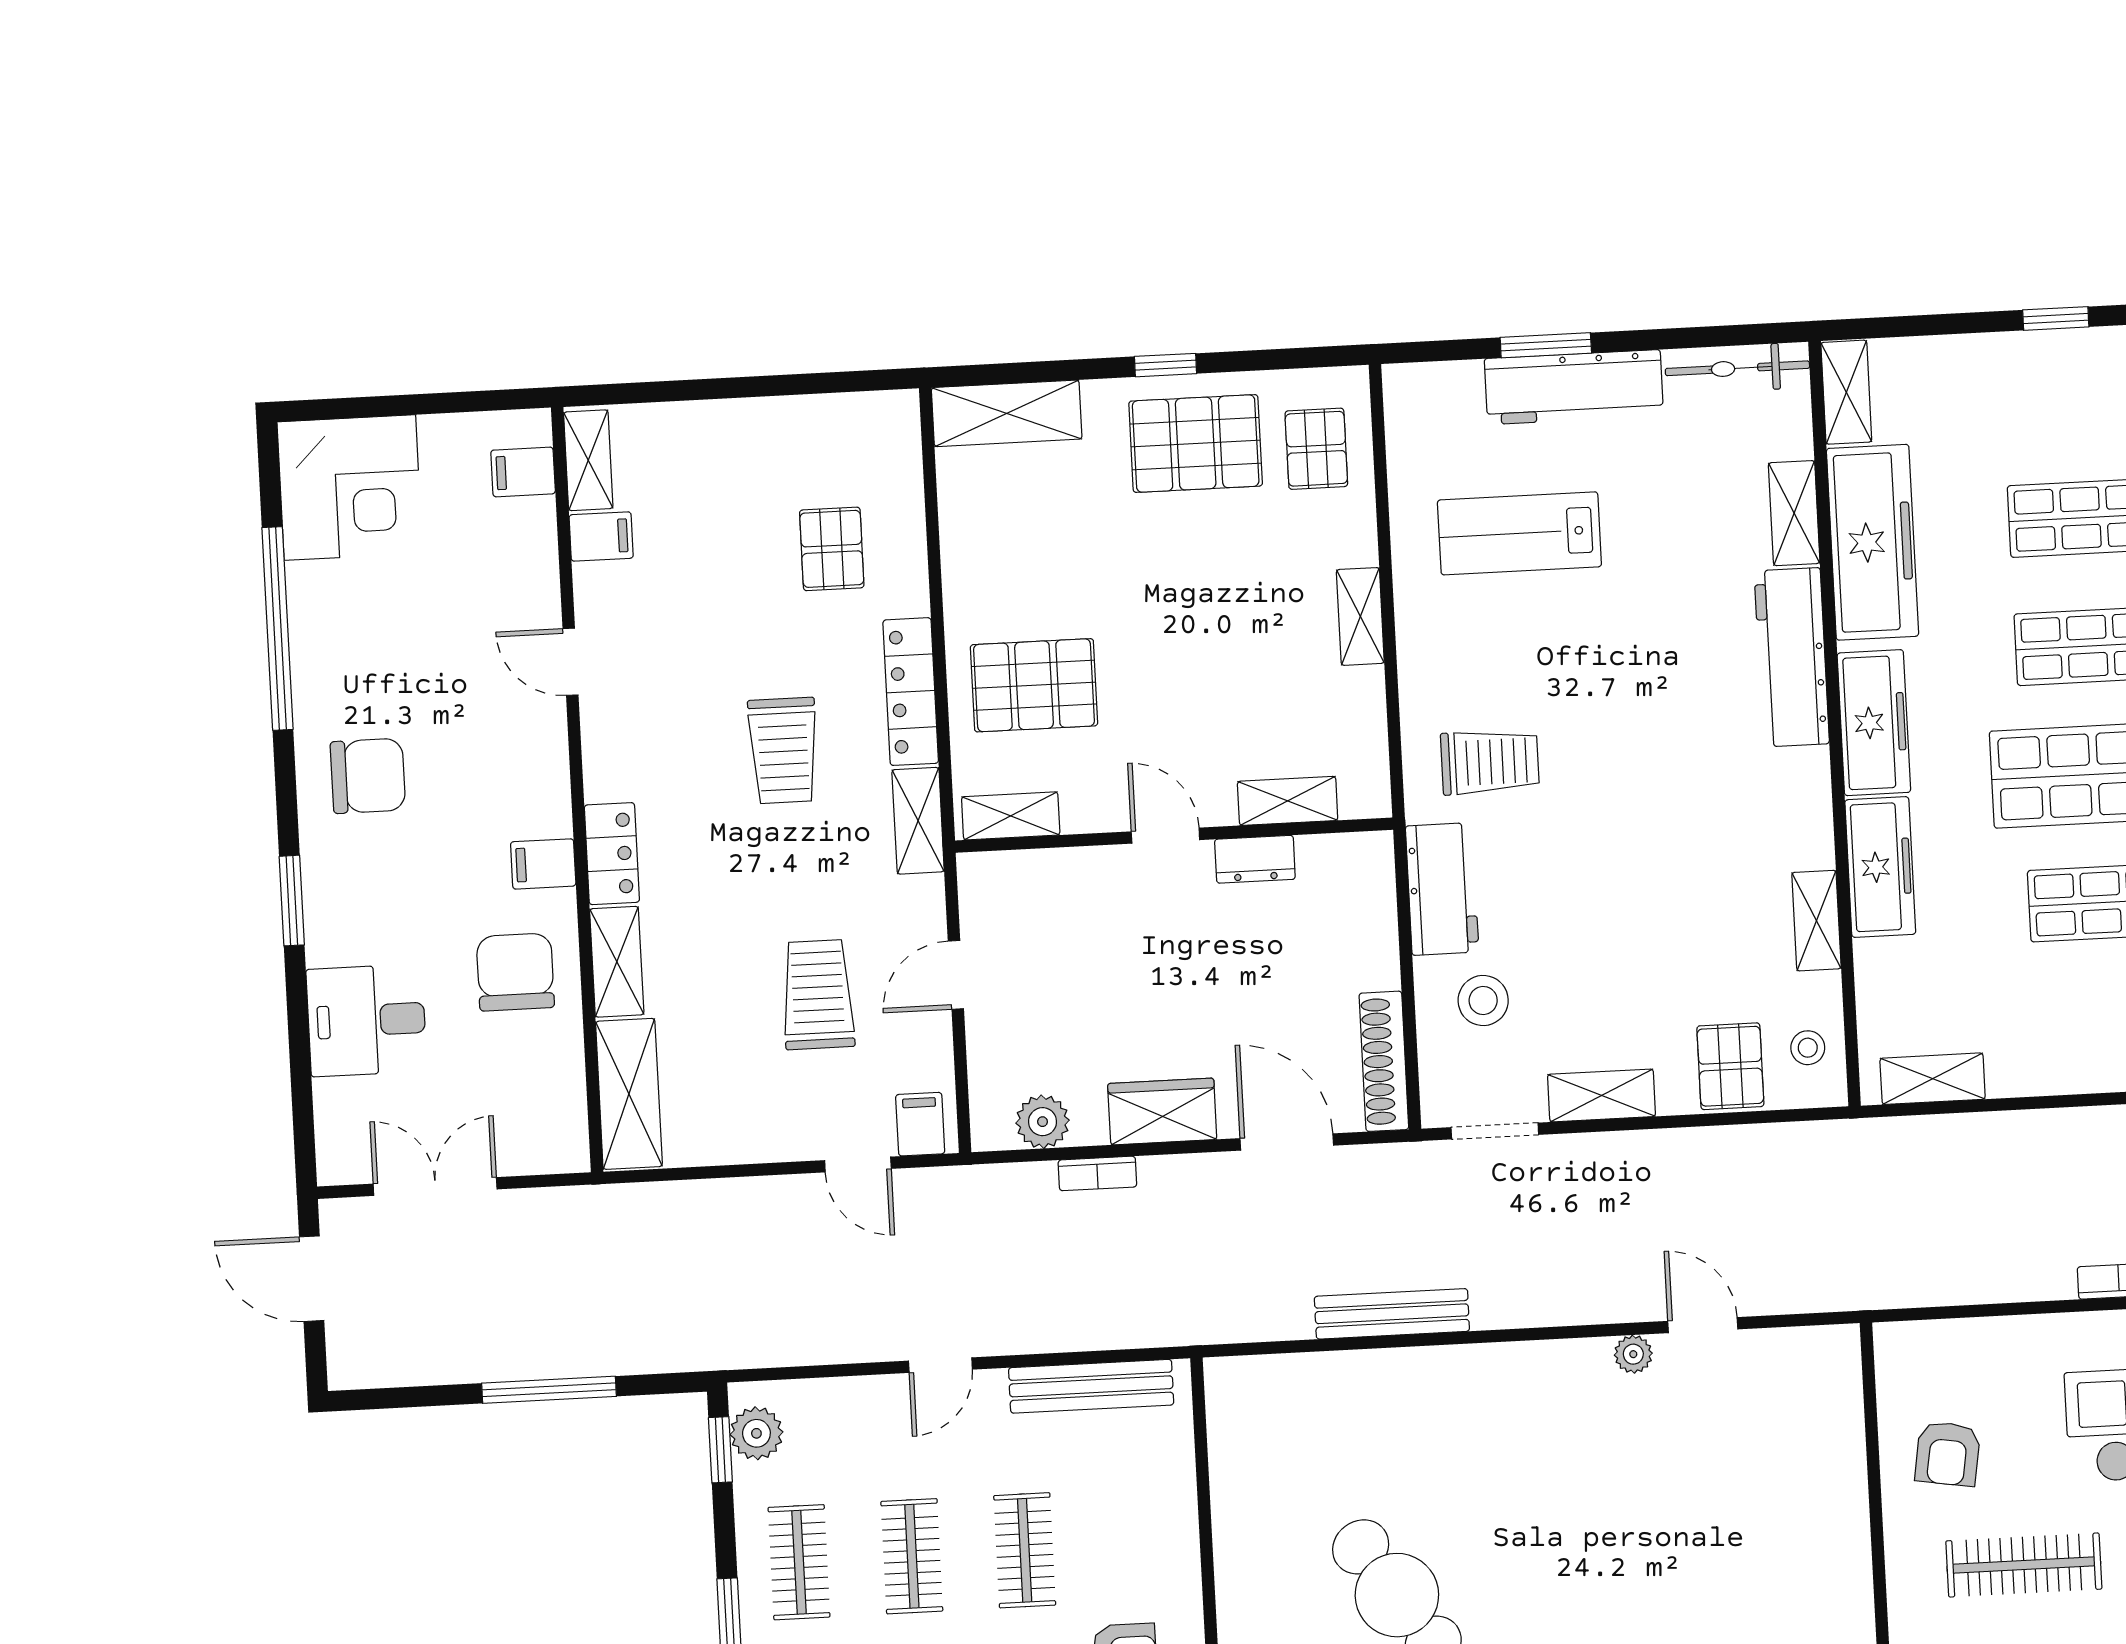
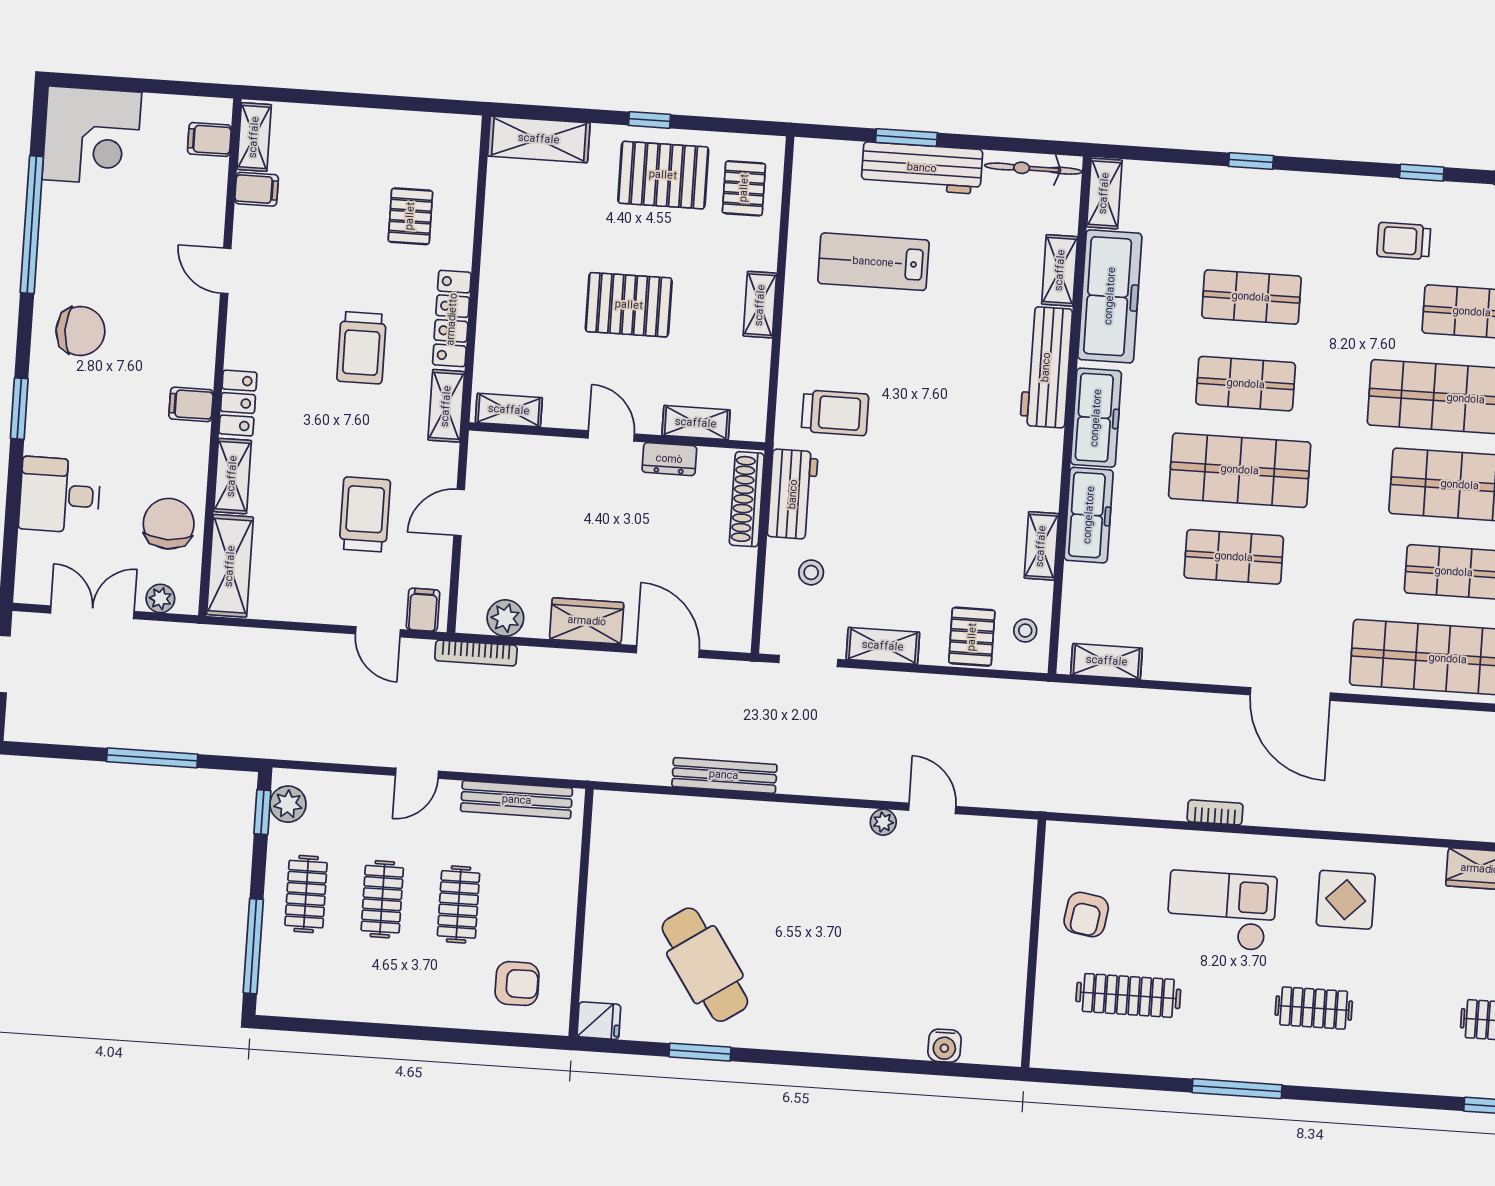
pallet: (1034, 685) -> (629, 305), moved
chair: (515, 972) -> (169, 524), moved
stool: (1483, 1000) -> (811, 572), width x0.73, depth x0.73
shoe rack: (1384, 1061) -> (747, 499), moved
plant: (533, 1154) -> (160, 598), added
bookcase: (1097, 1173) -> (476, 653), moved, width x1.56

